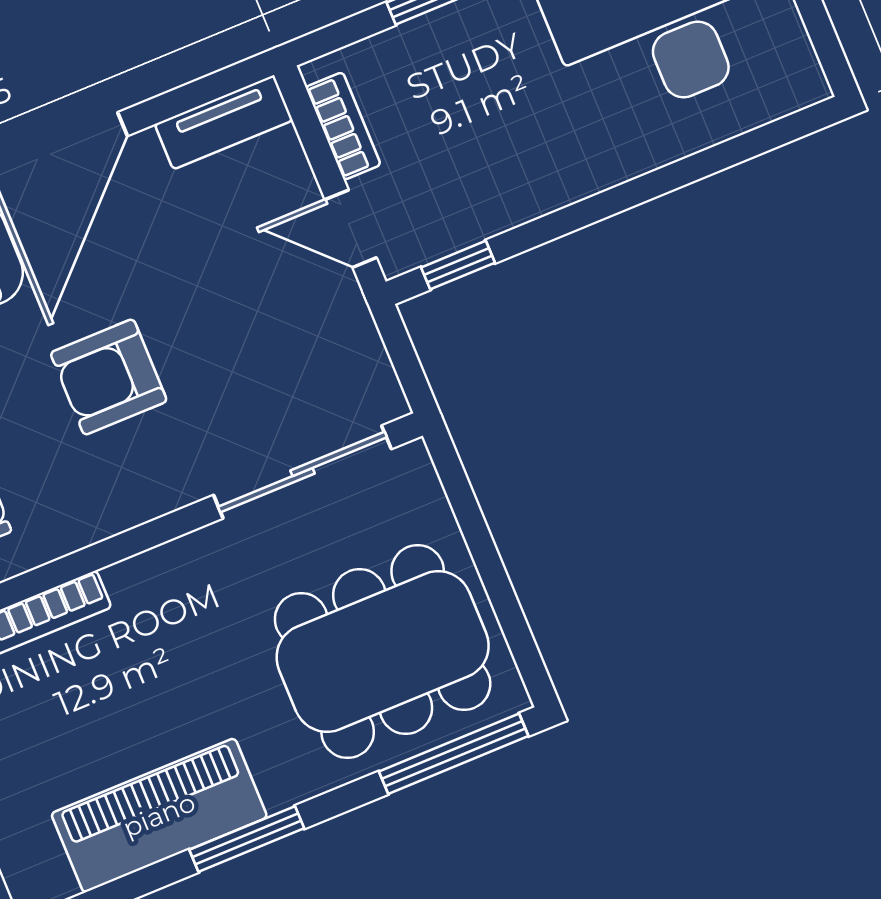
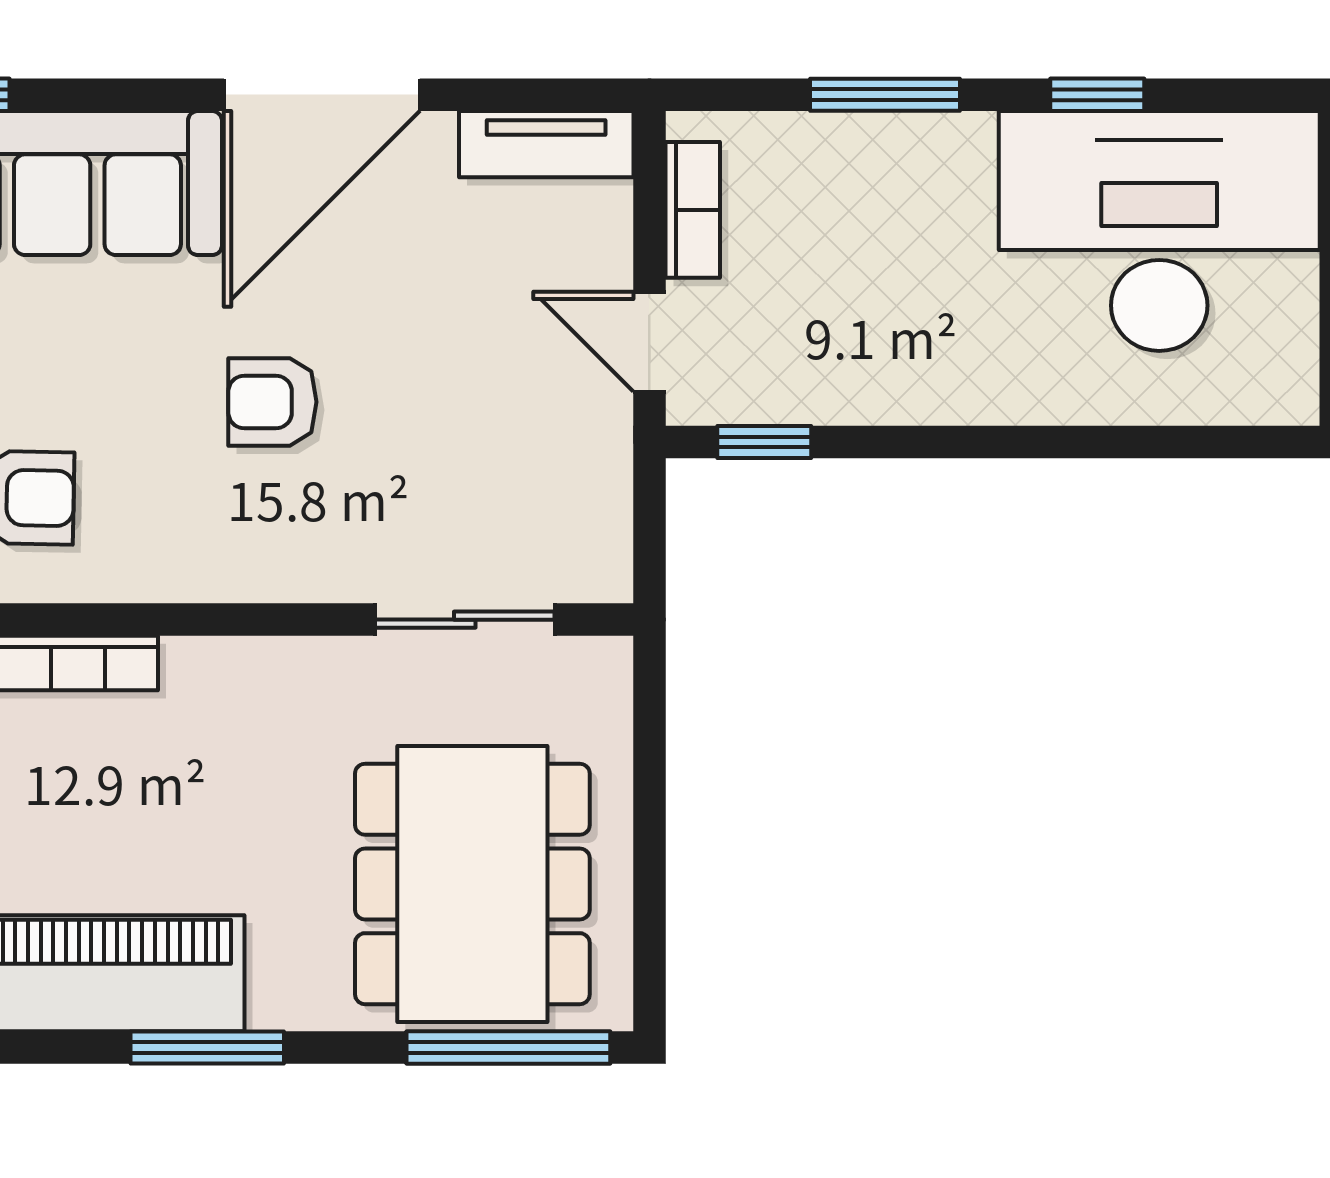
armchair: (109, 377) -> (272, 402), width x0.72, depth x0.72
sliding door: (302, 472) -> (465, 620), width x0.73
dining table: (383, 652) -> (472, 884), turned 90

